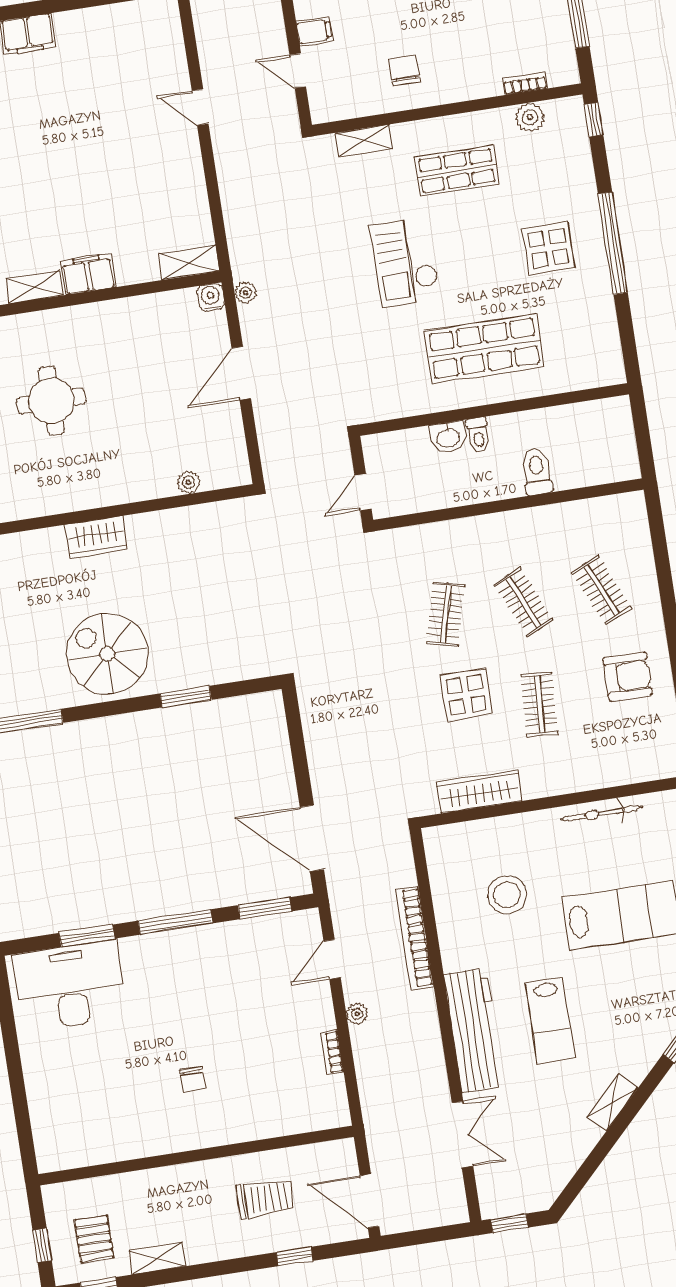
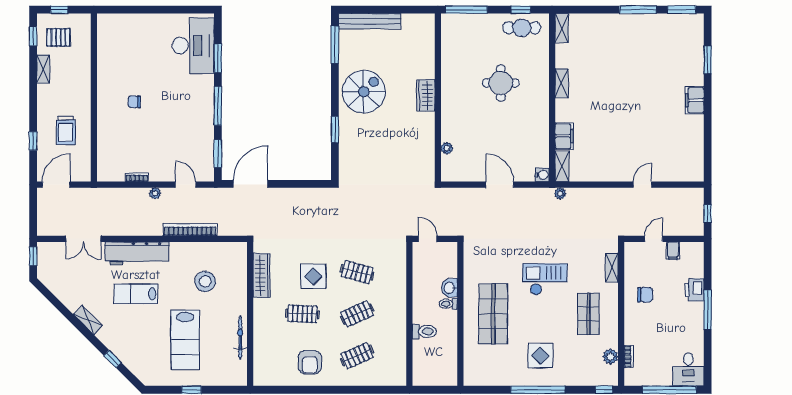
filing cabinet: (88, 274) -> (564, 136), moved
plant: (246, 293) -> (560, 194), moved

